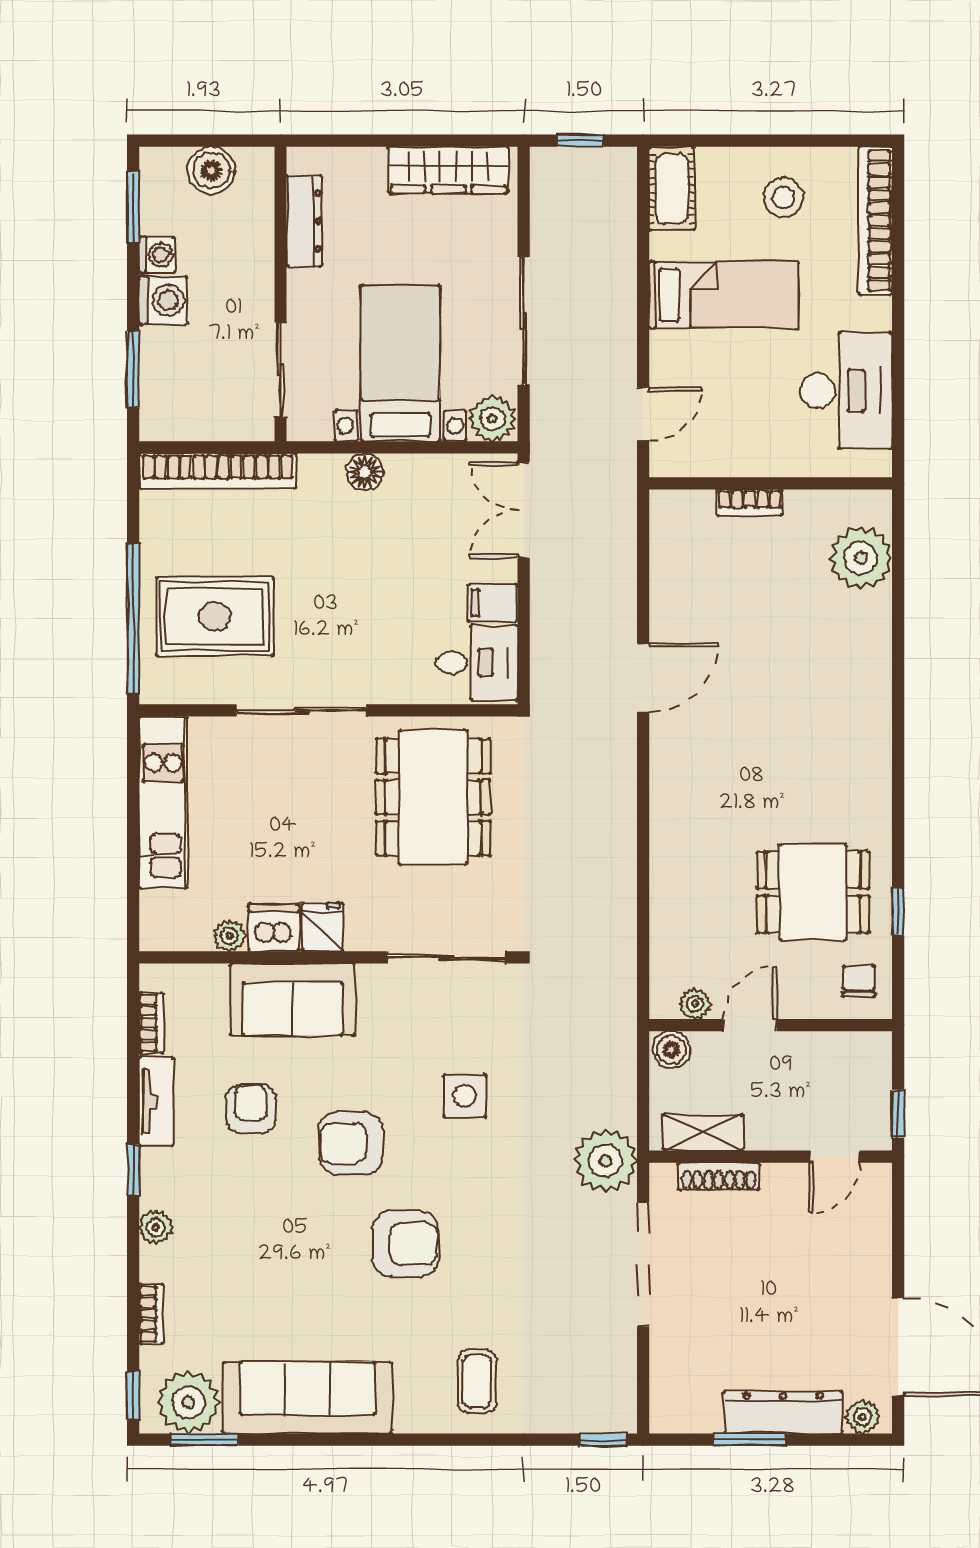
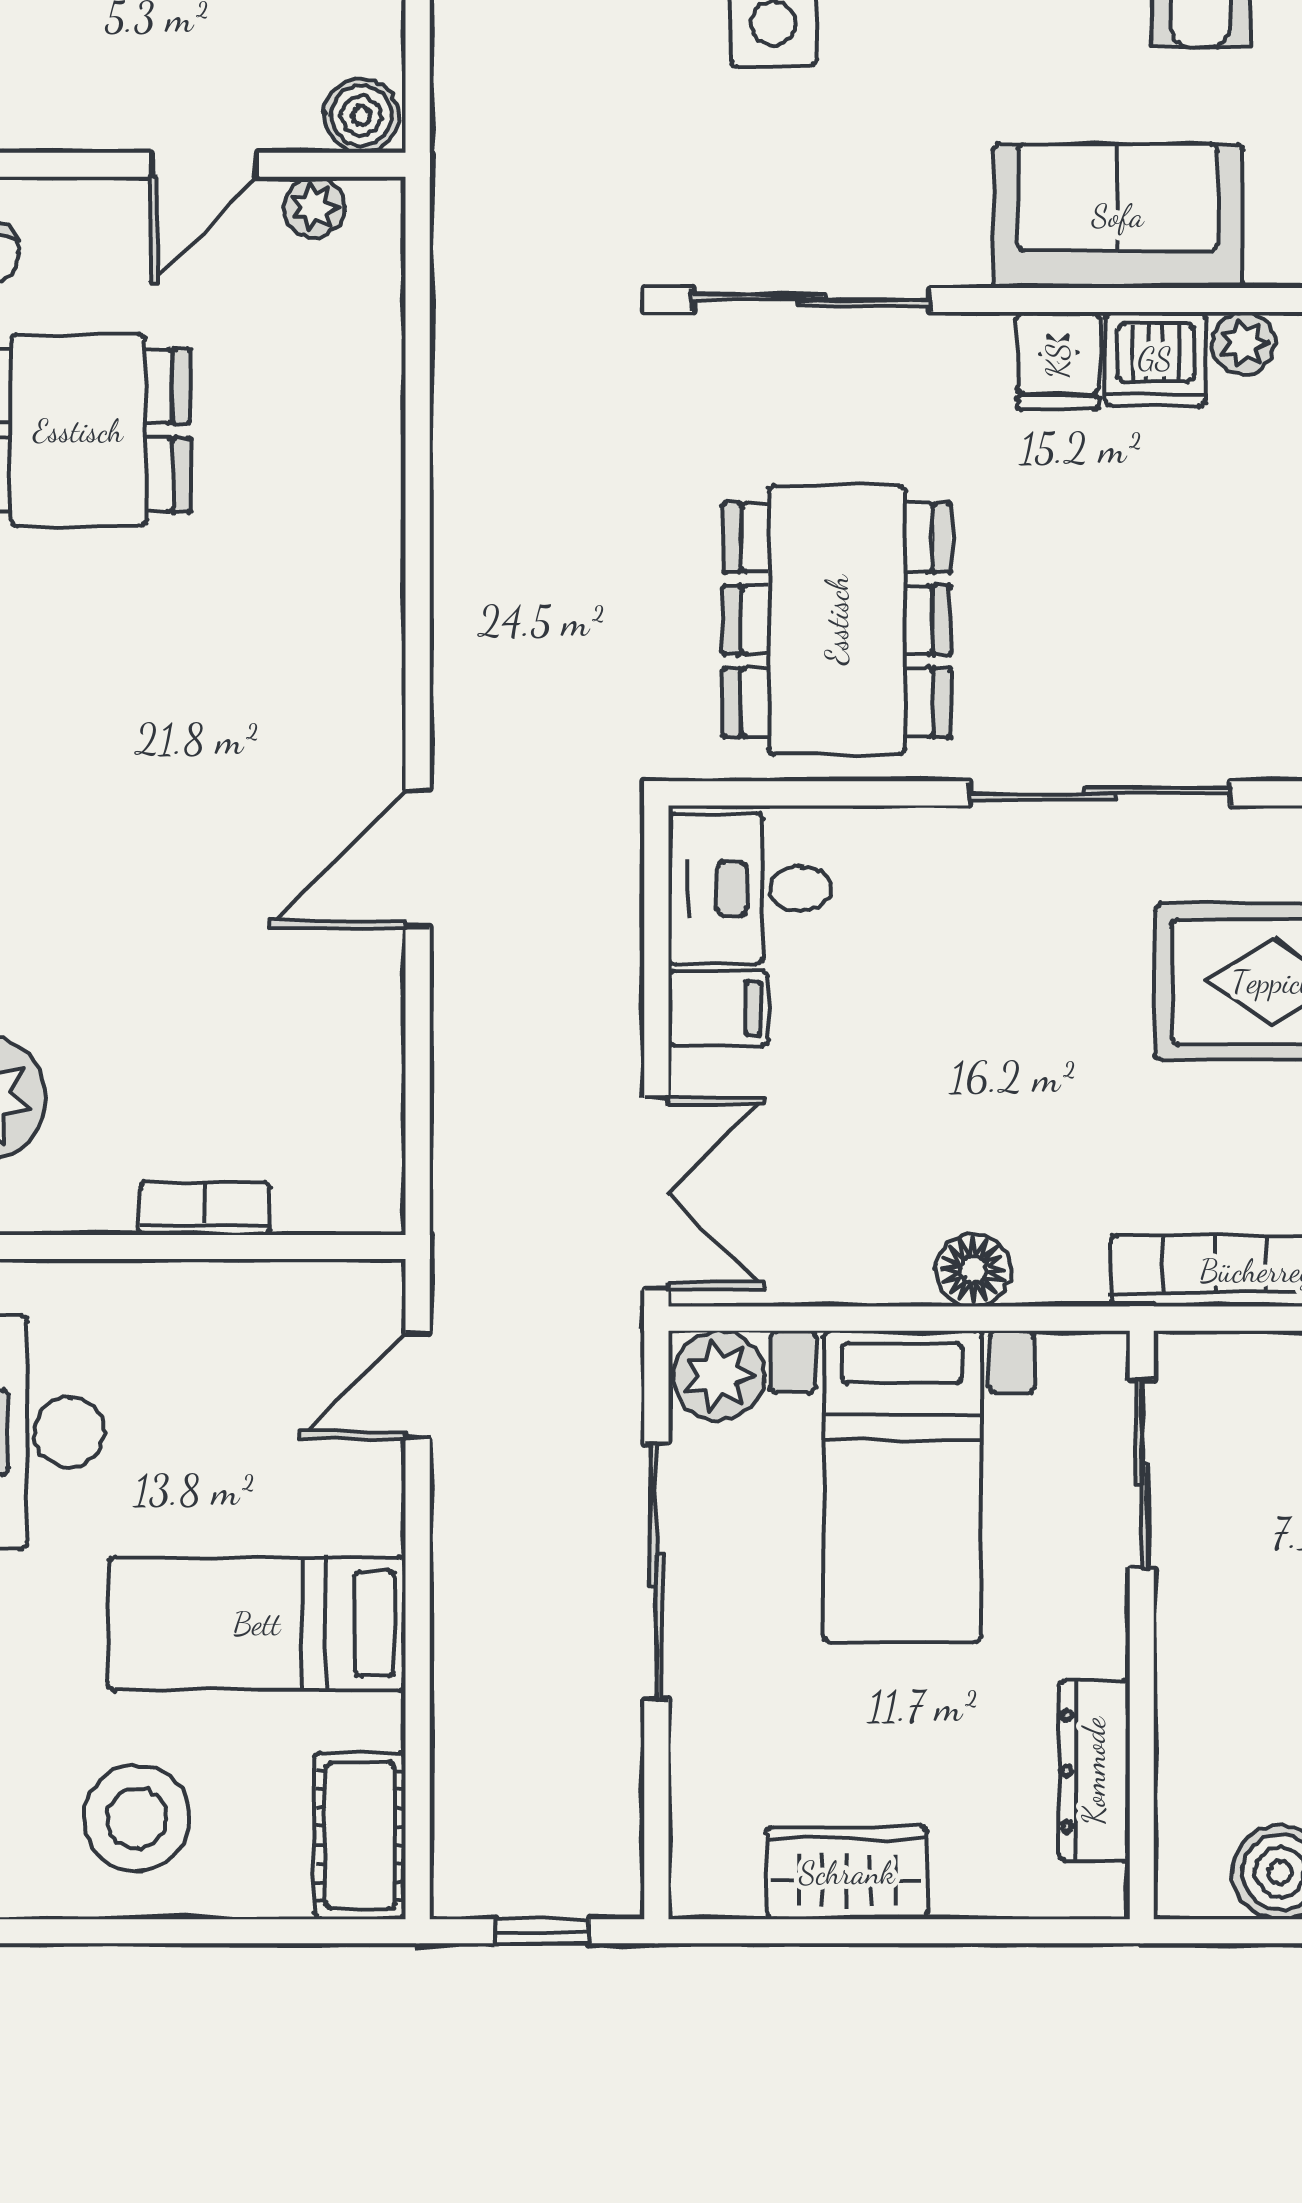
wardrobe: (448, 170) -> (847, 1873), width x0.67
stool: (784, 197) -> (137, 1818), width x1.38, depth x1.38

